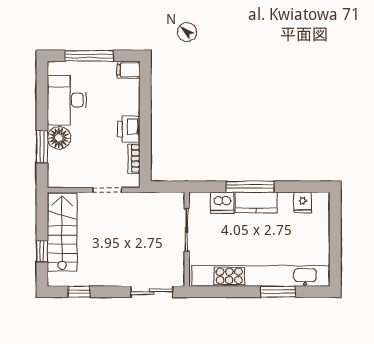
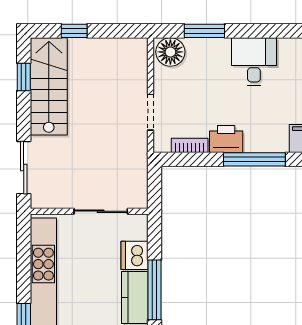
desk: (67, 100) -> (254, 62), width x0.73
window: (145, 106) -> (254, 159), added
floor lamp: (59, 138) -> (170, 52), moved
stairs: (62, 232) -> (49, 86), moved, turned -90

